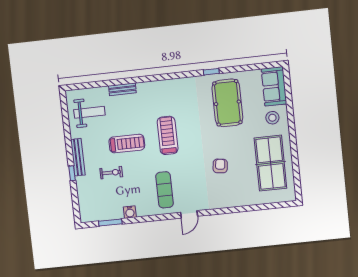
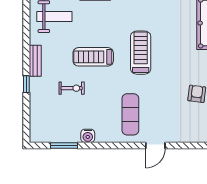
treadmill: (127, 144) -> (93, 57), turned 180
bench: (78, 157) -> (35, 61), width x0.73

